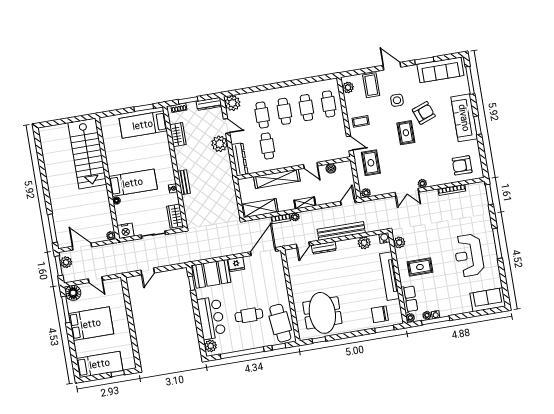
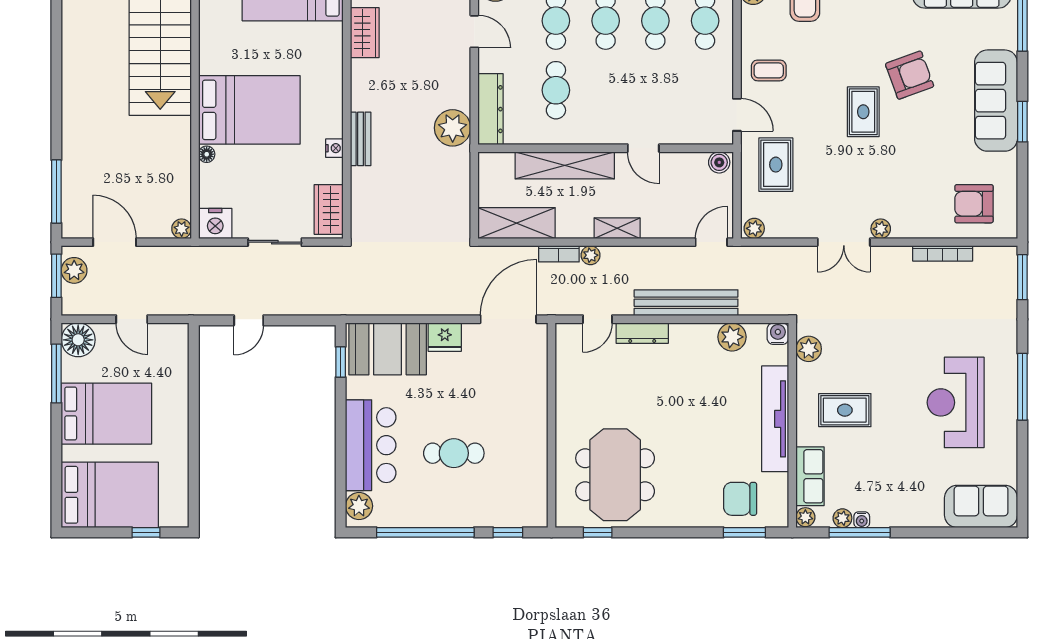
side table: (397, 100) -> (856, 38), removed
plant: (220, 144) -> (453, 128), moved
boiler: (331, 168) -> (719, 162), moved
bed: (133, 183) -> (249, 110), width x1.50
cafe table: (280, 323) -> (519, 482), removed
bed: (100, 364) -> (110, 495), width x1.50

